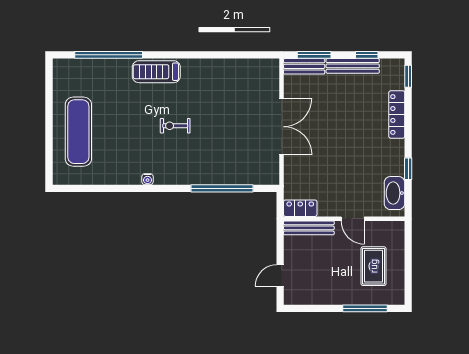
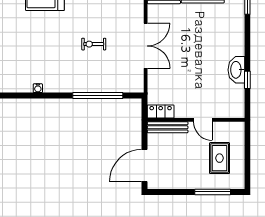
locker: (397, 114) -> (238, 36), removed
exercise bike: (175, 126) -> (94, 44), moved
washbasin: (395, 193) -> (236, 70), moved
door: (280, 275) -> (144, 166), width x1.87

